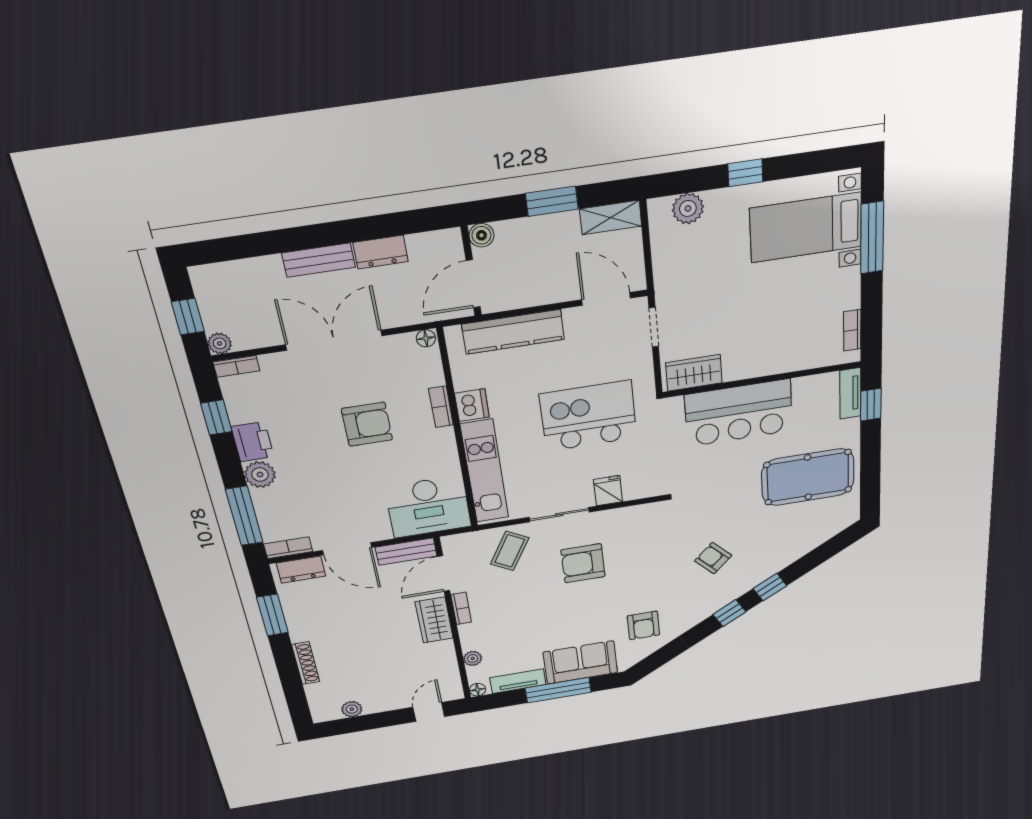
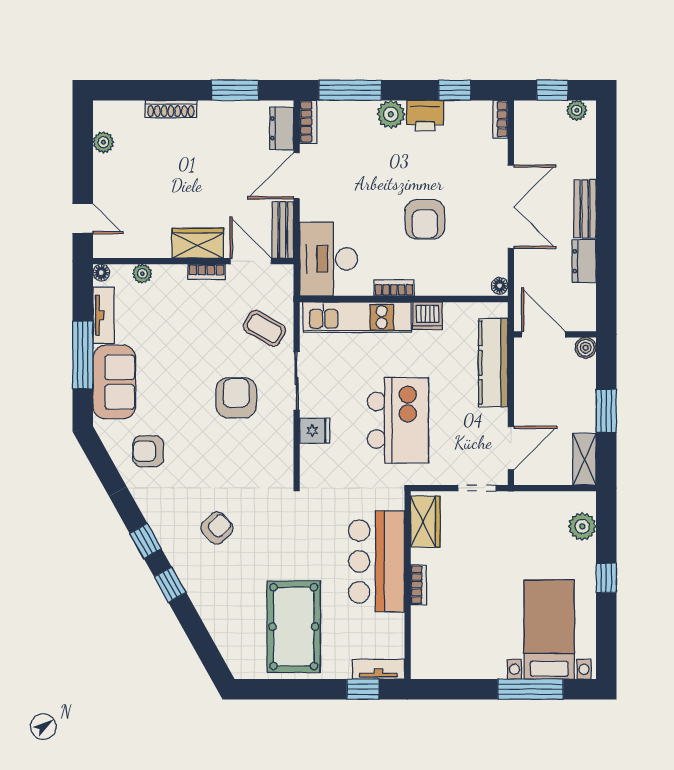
bookcase: (852, 330) -> (419, 585), moved, turned 90
plant: (220, 343) -> (577, 110), moved
bookcase: (441, 407) -> (394, 288), moved

